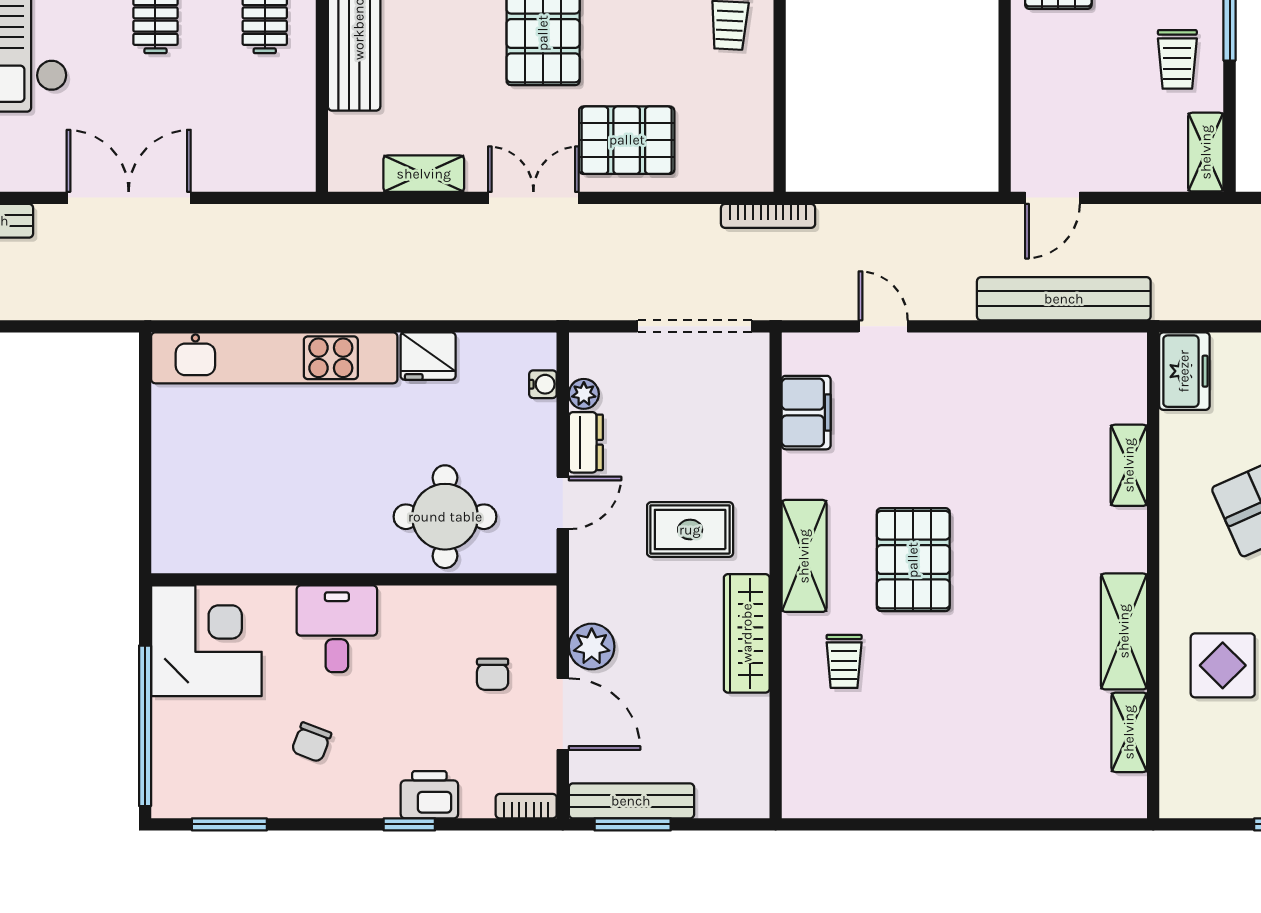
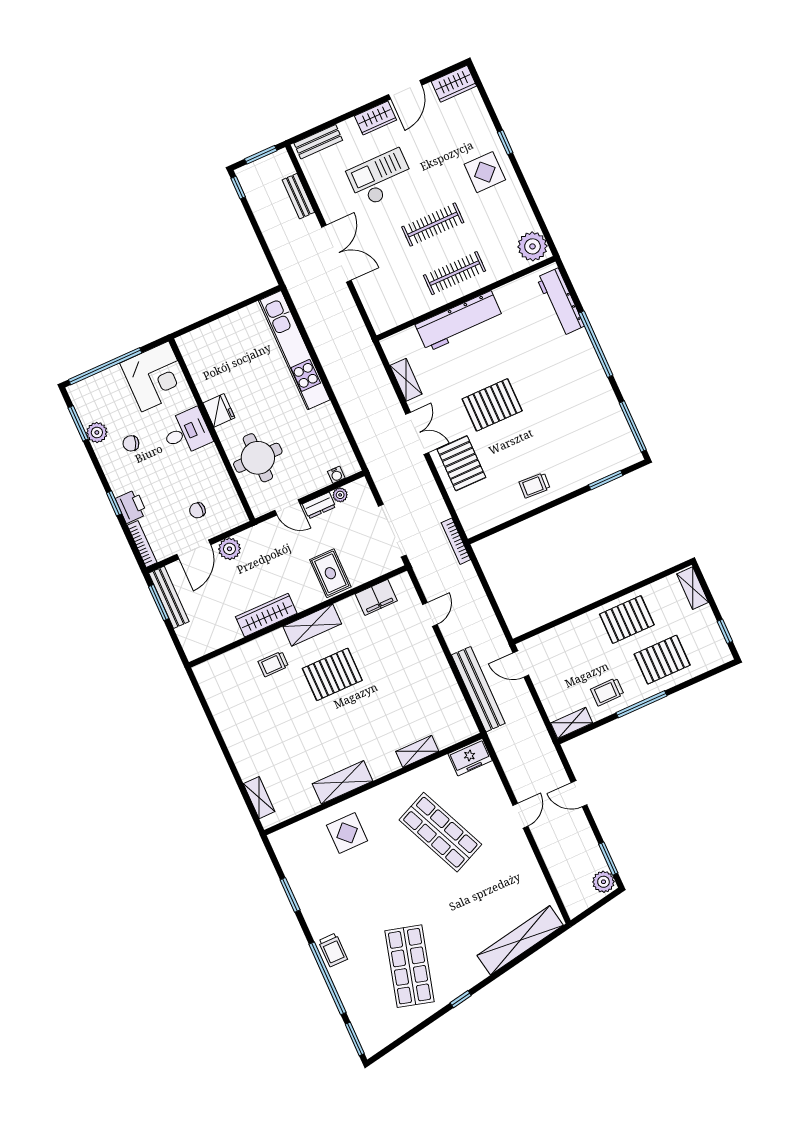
fridge: (428, 356) -> (219, 410), moved, turned 180
rug: (690, 530) -> (330, 573), moved
shelving: (1129, 732) -> (259, 798), moved, turned 90
plant: (262, 797) -> (97, 432), added
bookcase: (526, 806) -> (142, 544), width x1.56

